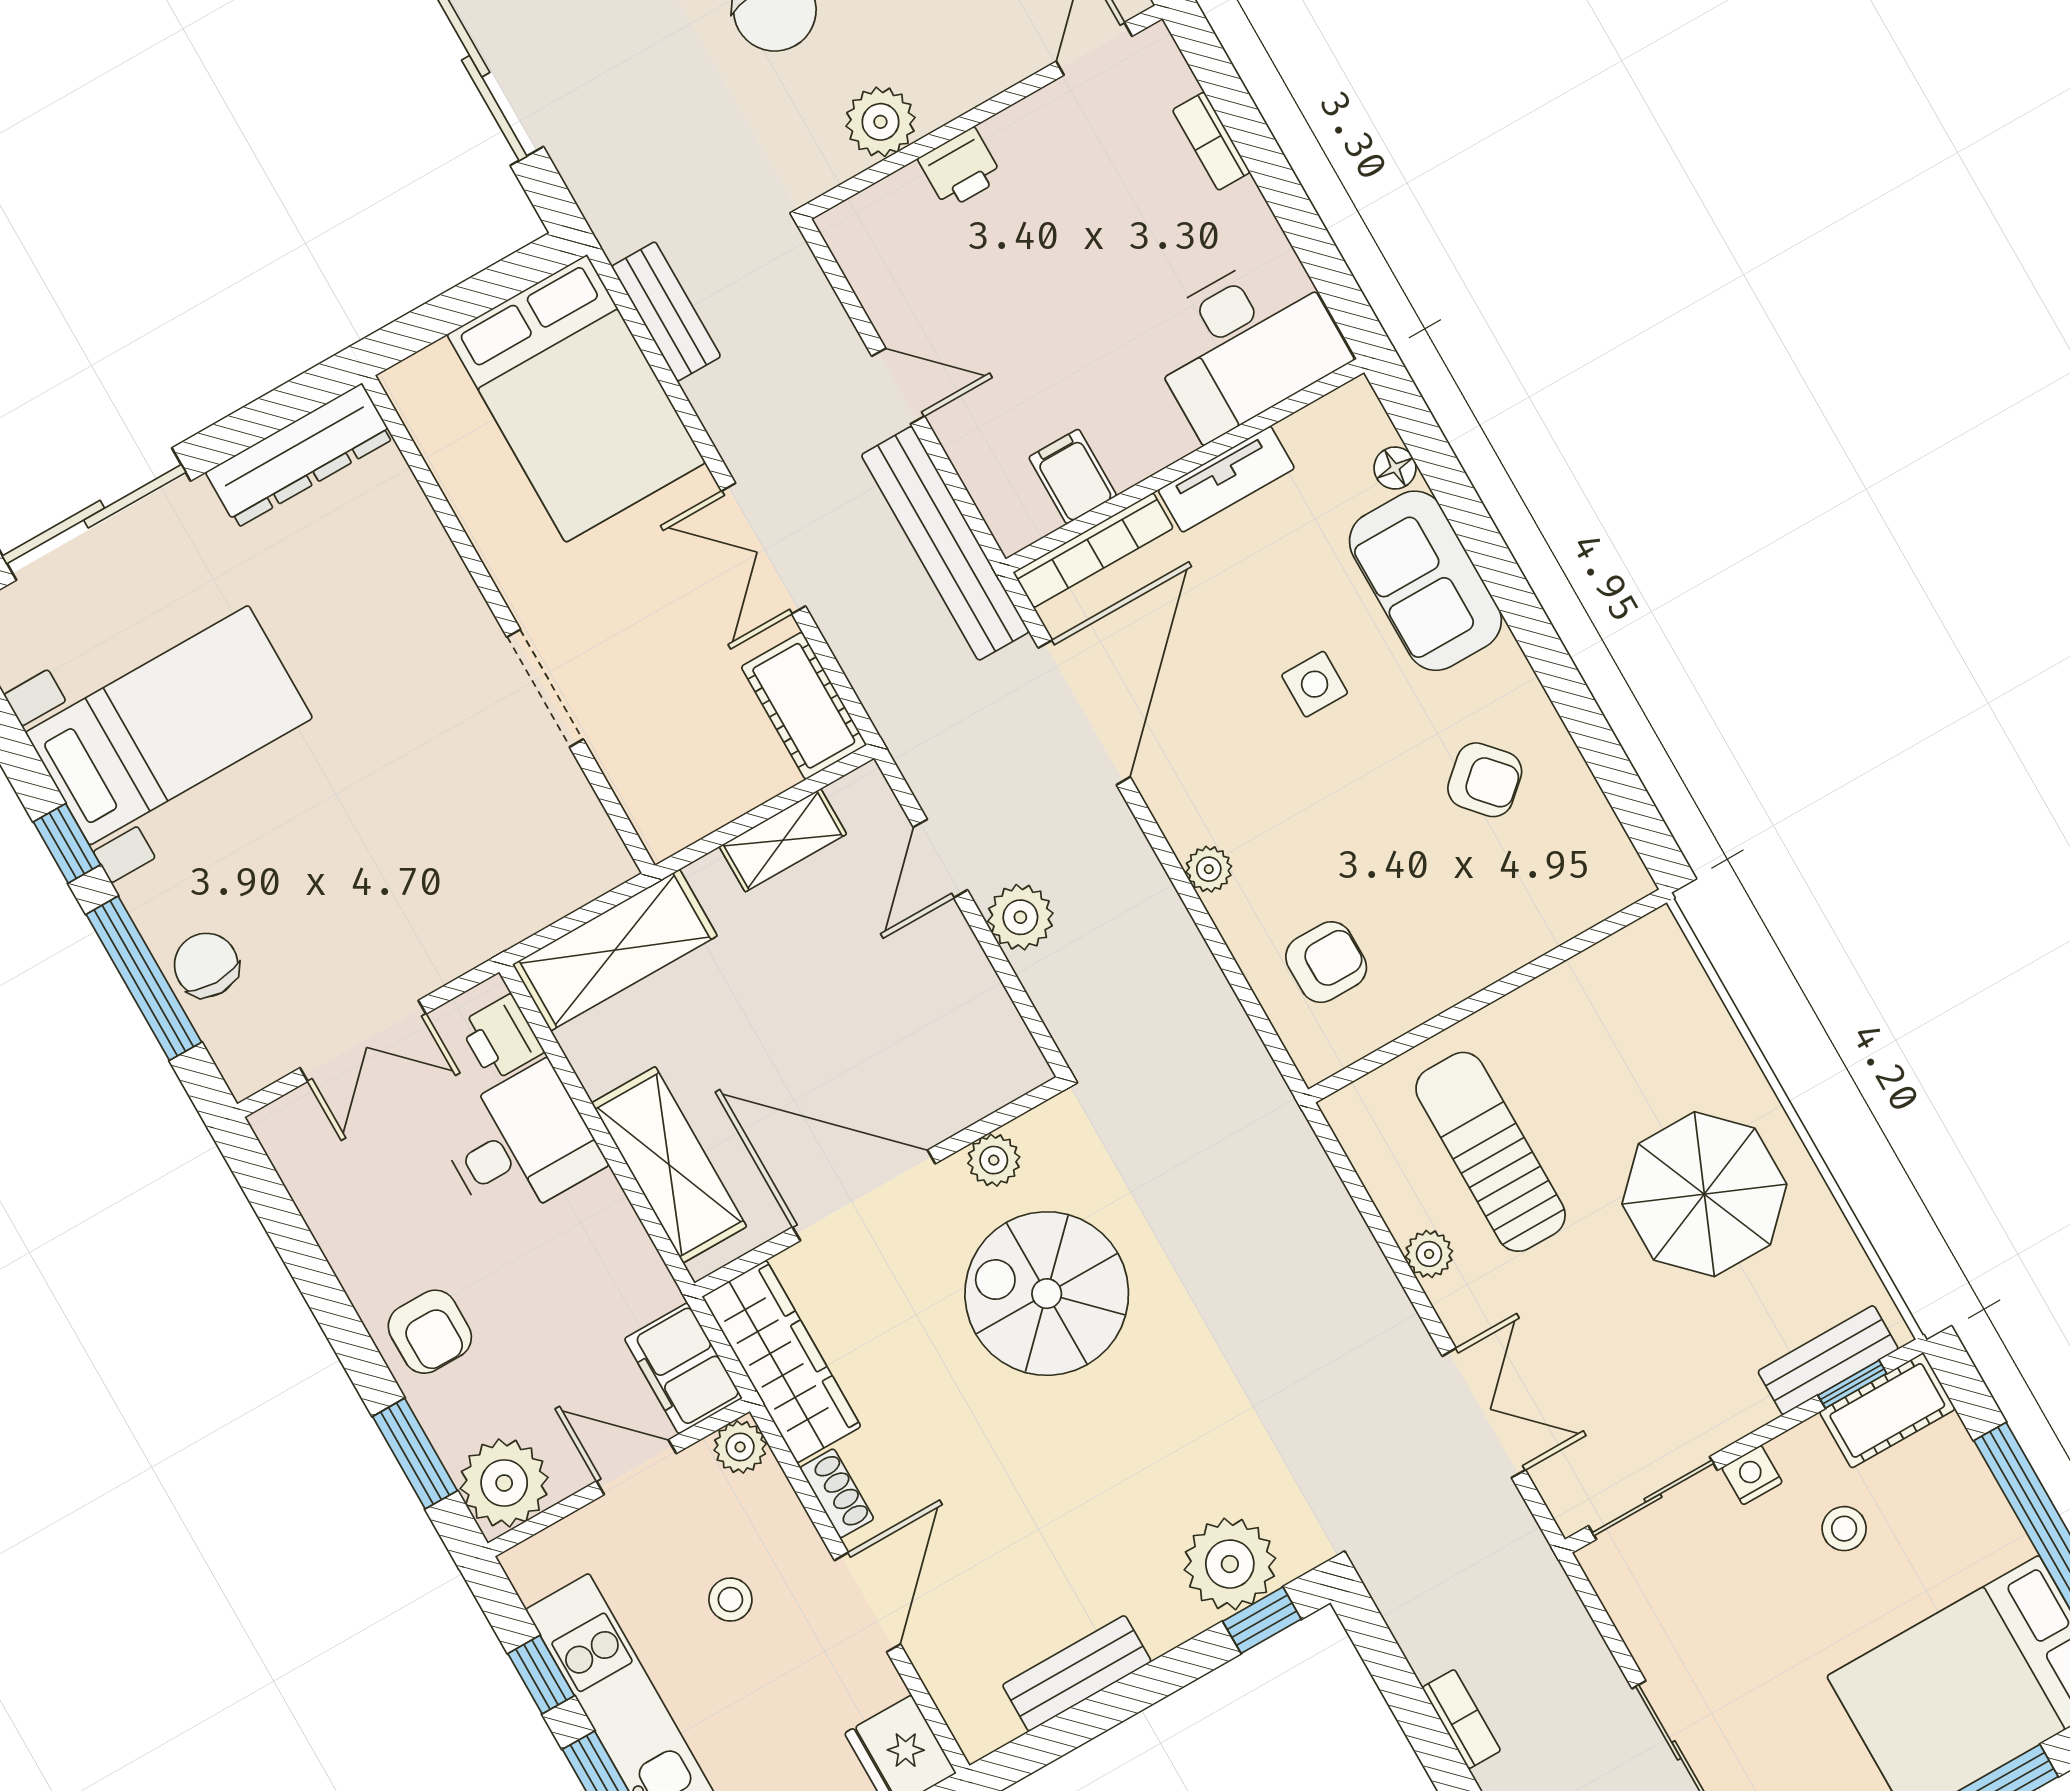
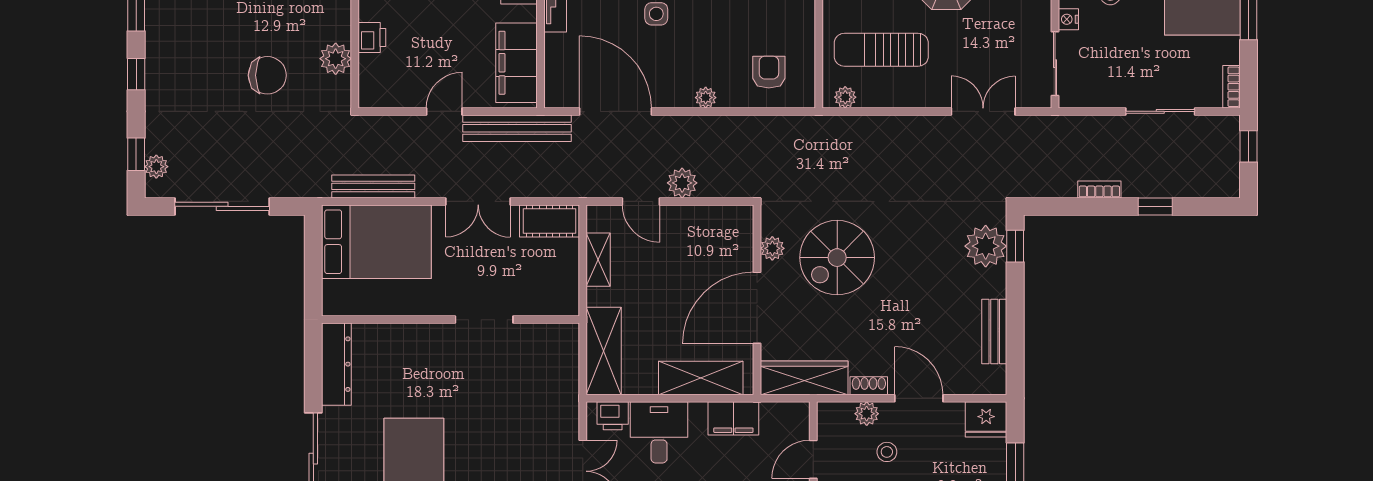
bench: (666, 312) -> (373, 186), width x1.36
filing cabinet: (1073, 476) -> (516, 63), width x3.00, depth x1.17
bookcase: (1093, 550) -> (553, 71), removed
plant: (1429, 1254) -> (845, 97), moved
filing cabinet: (683, 1368) -> (733, 418), moved
plant: (740, 1447) -> (867, 414), moved

